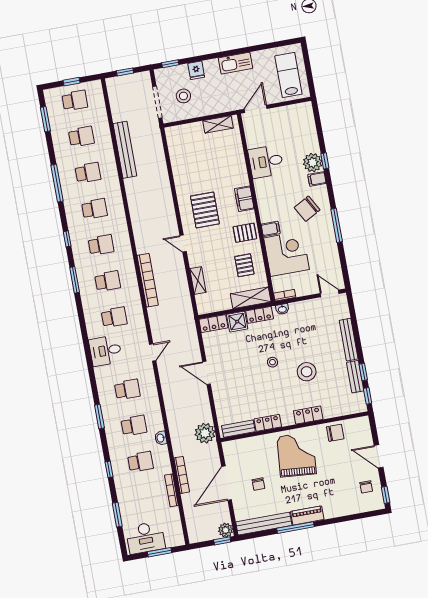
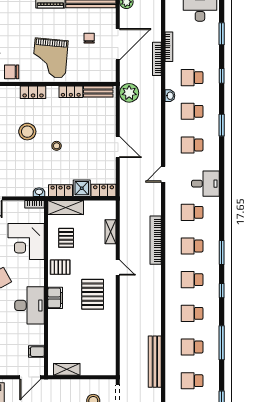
desk: (266, 162) -> (30, 305), moved, width x1.37
filing cabinet: (271, 229) -> (36, 352), moved

